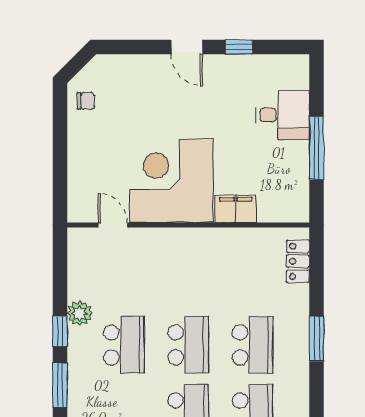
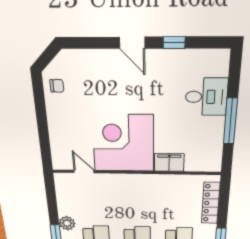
locker: (298, 261) -> (211, 203), width x1.53

